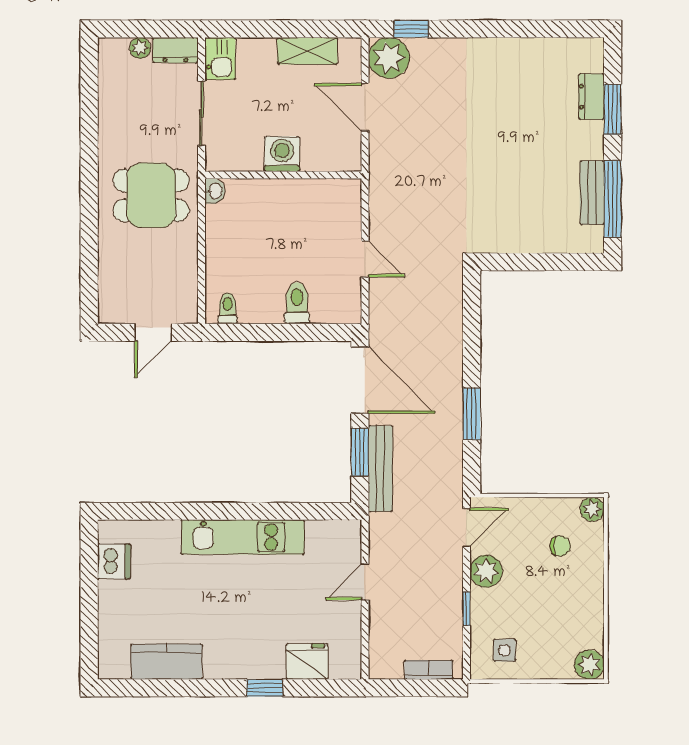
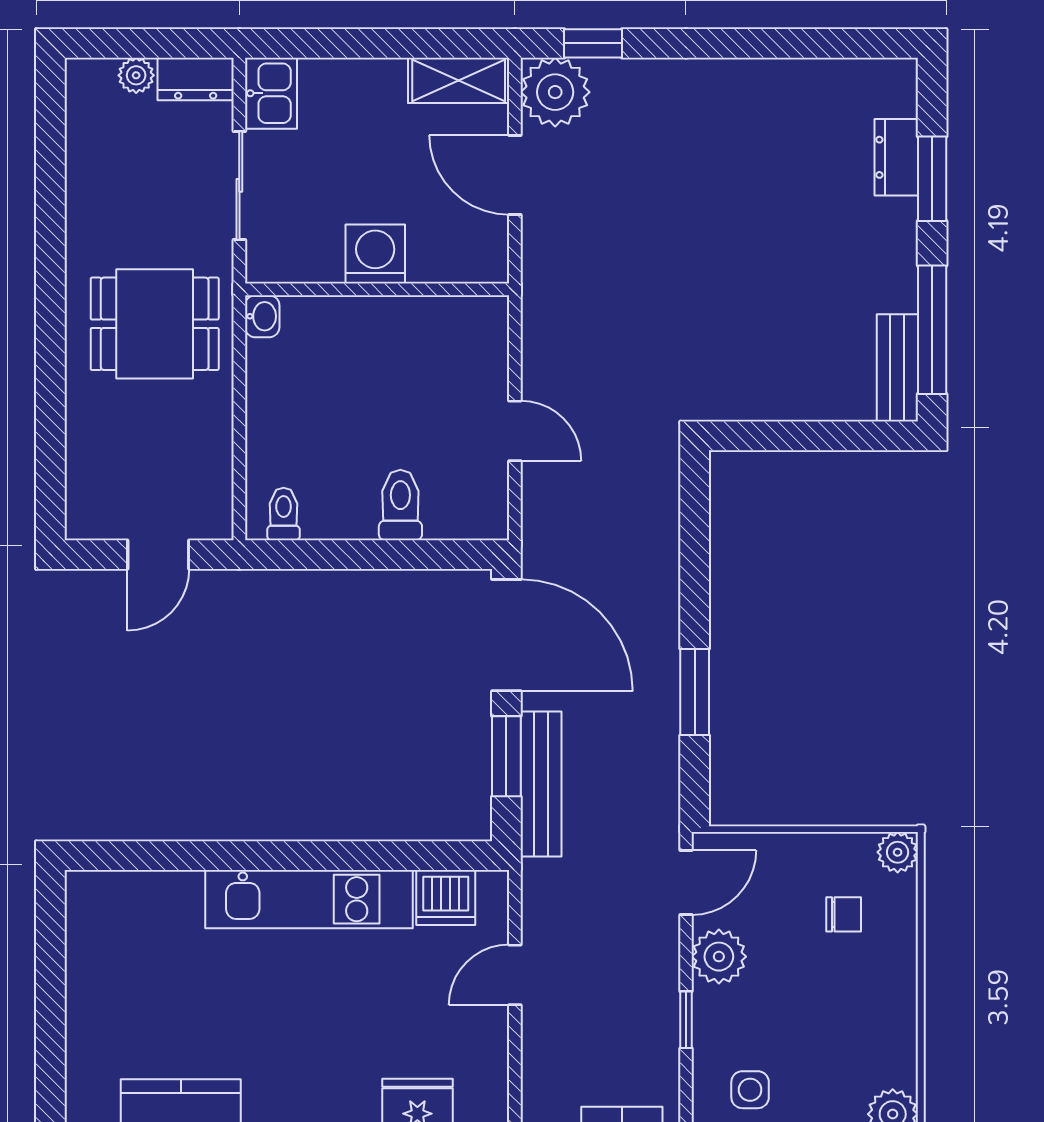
shelving: (307, 51) -> (459, 80), moved
bench: (592, 193) -> (897, 368), moved
dishwasher: (114, 561) -> (446, 898), moved, turned 90

